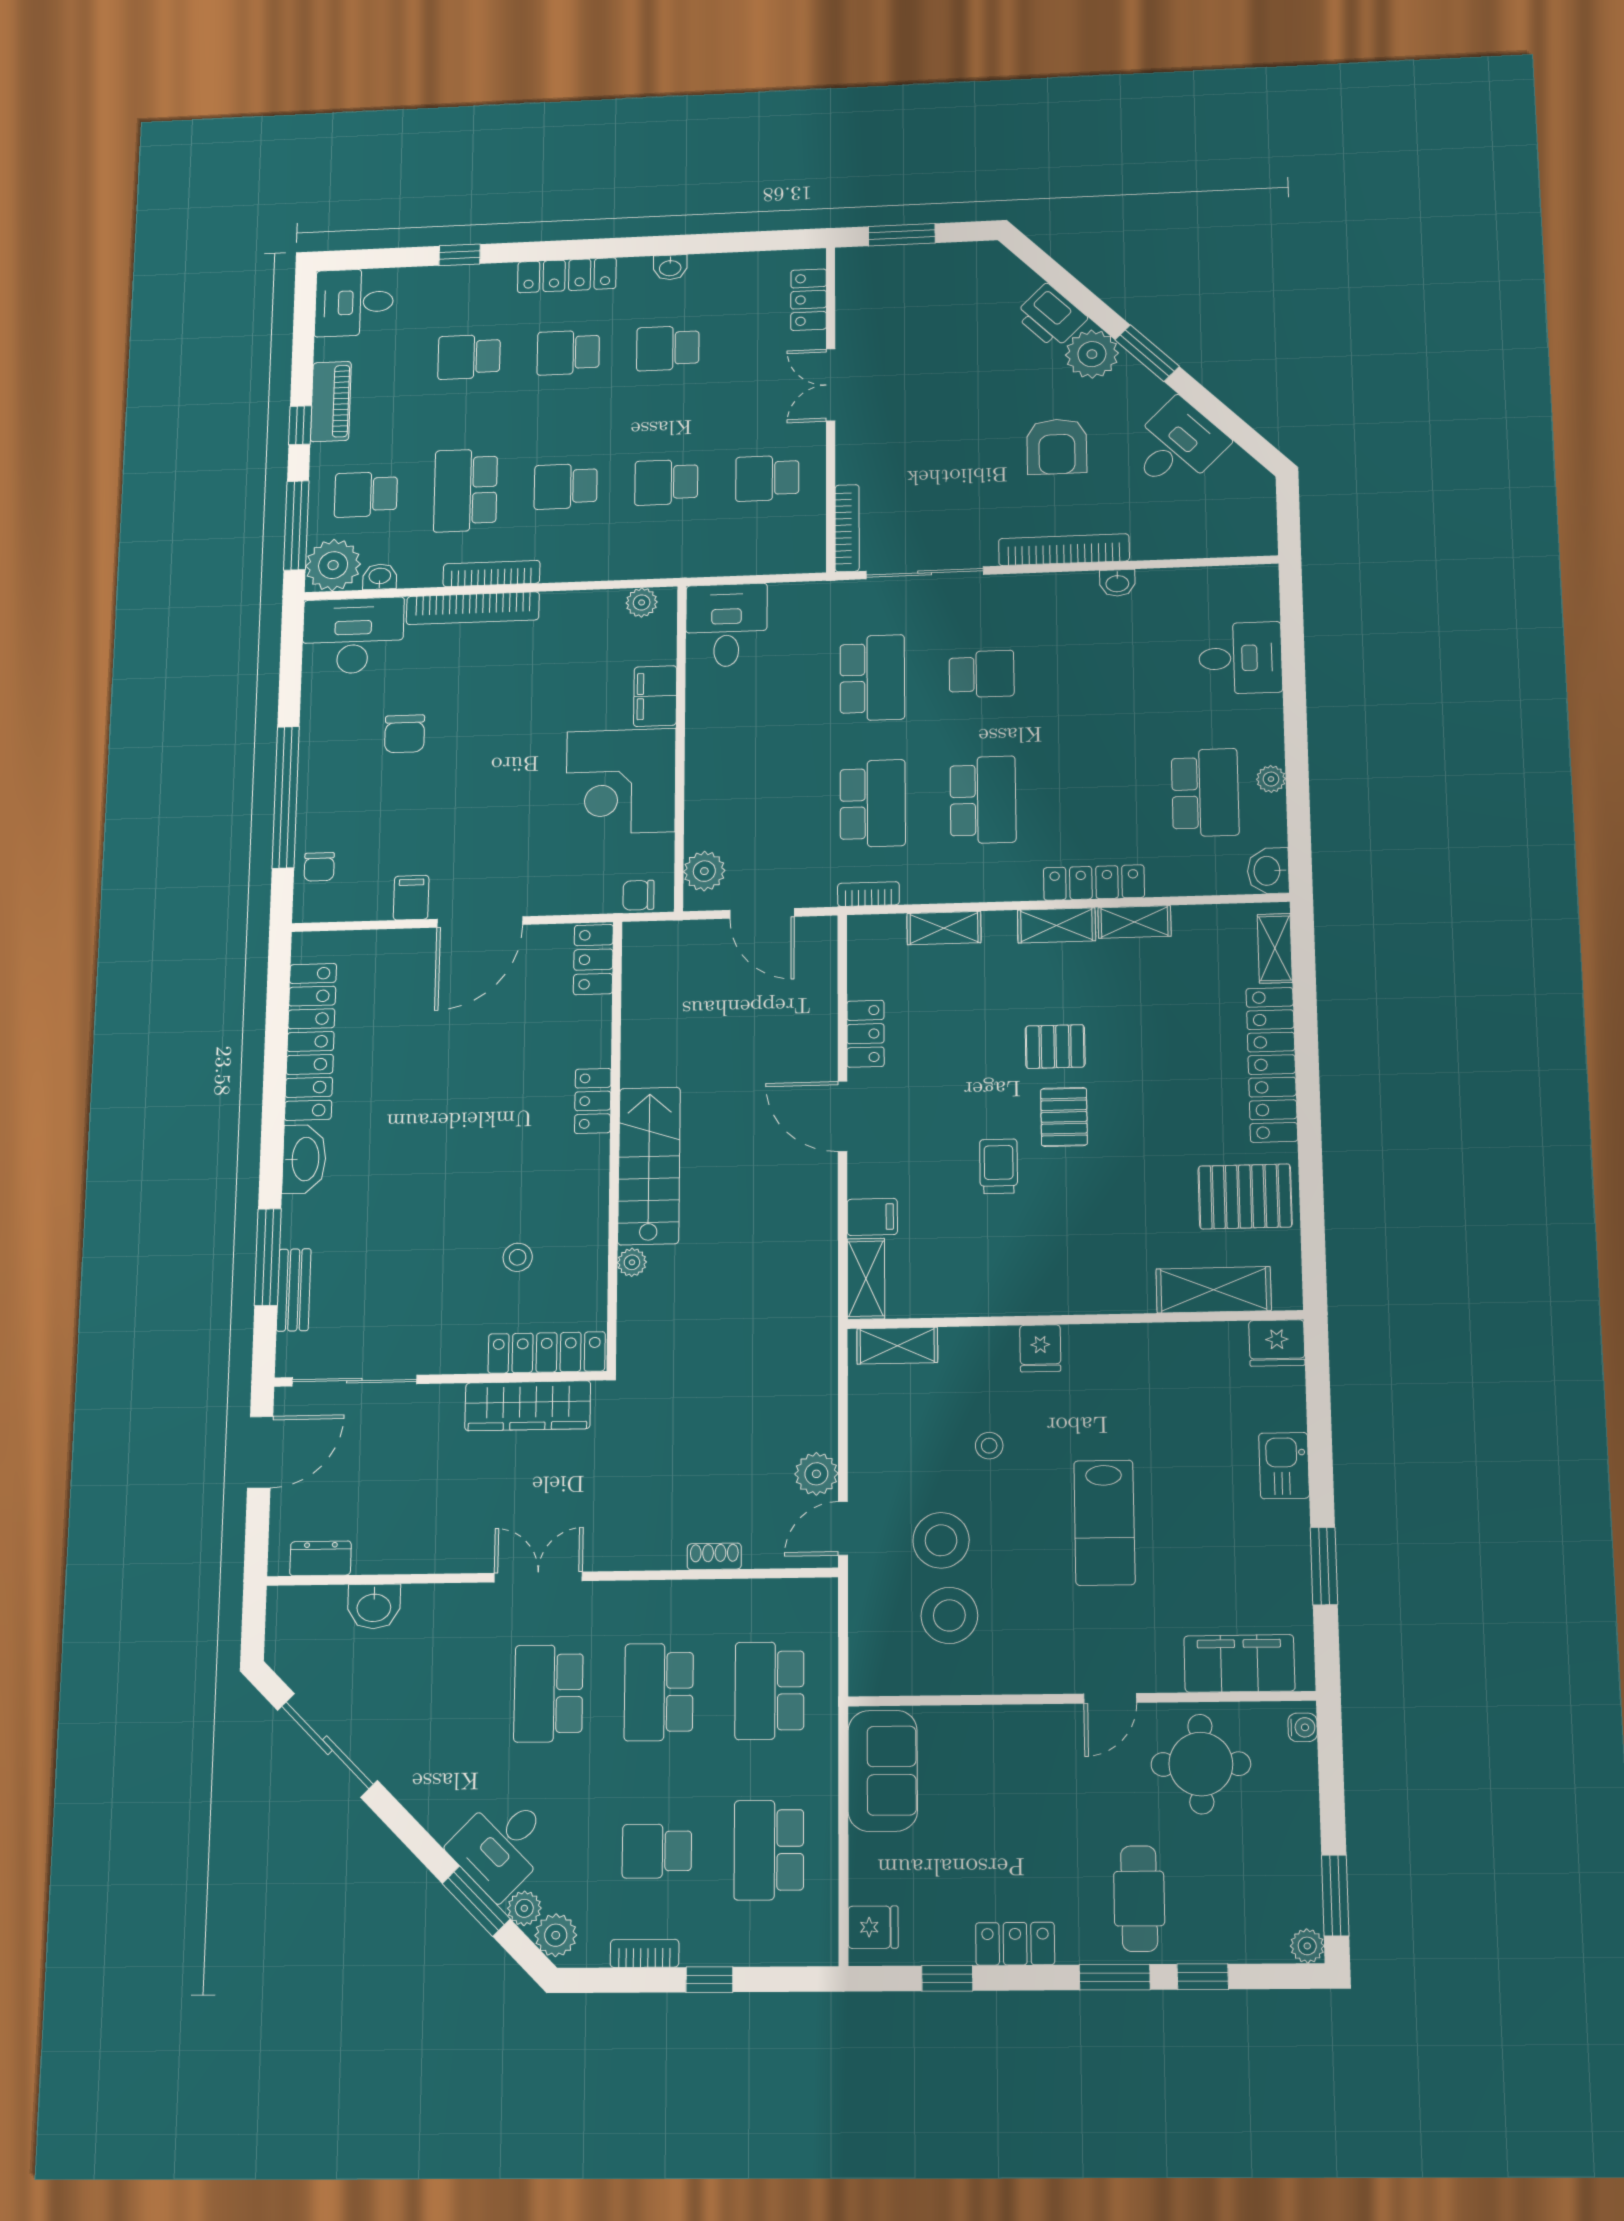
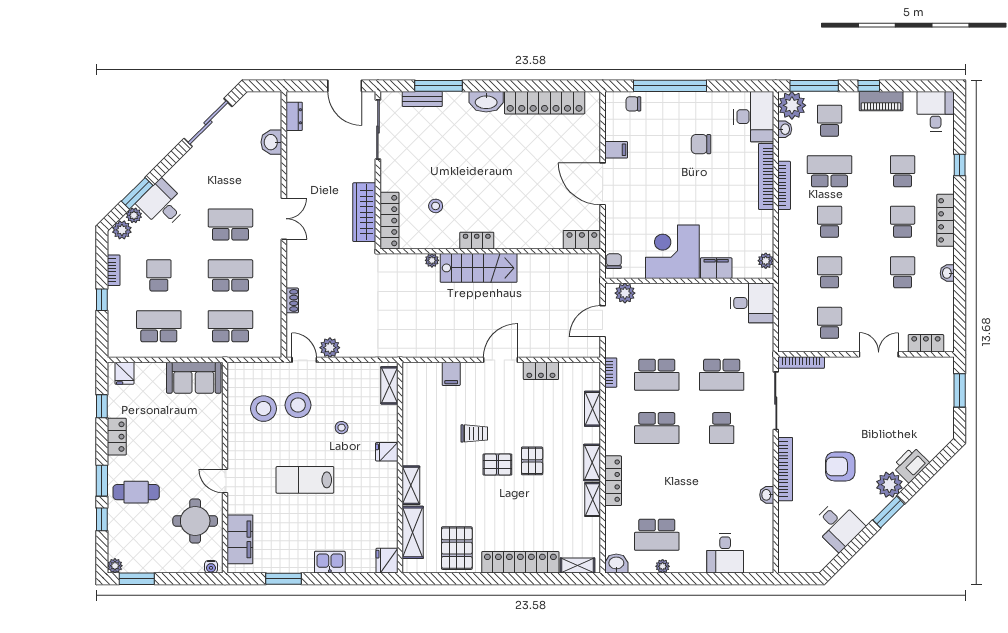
locker: (593, 1101) -> (477, 241), moved
shelving: (866, 1279) -> (411, 485), moved, turned 90

